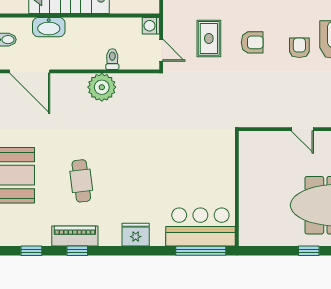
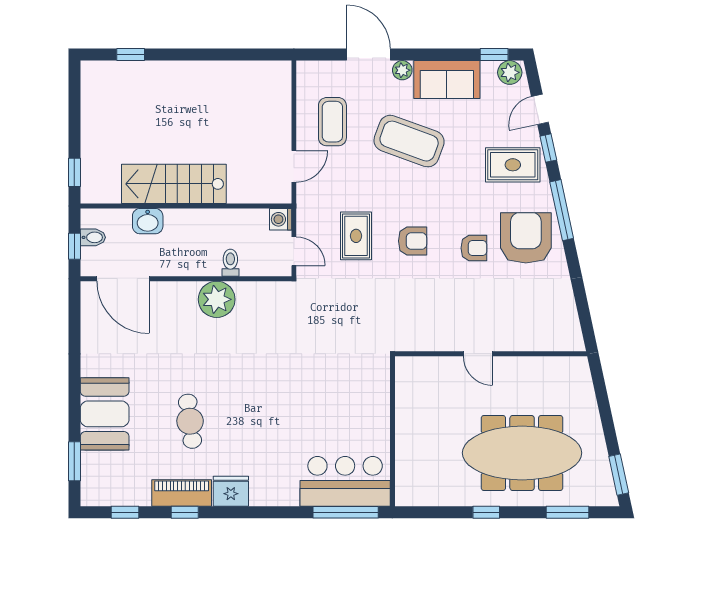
washbasin: (49, 27) -> (148, 221), width x0.72
armchair: (299, 48) -> (474, 248), turned 90
fridge: (136, 235) -> (231, 491), moved

